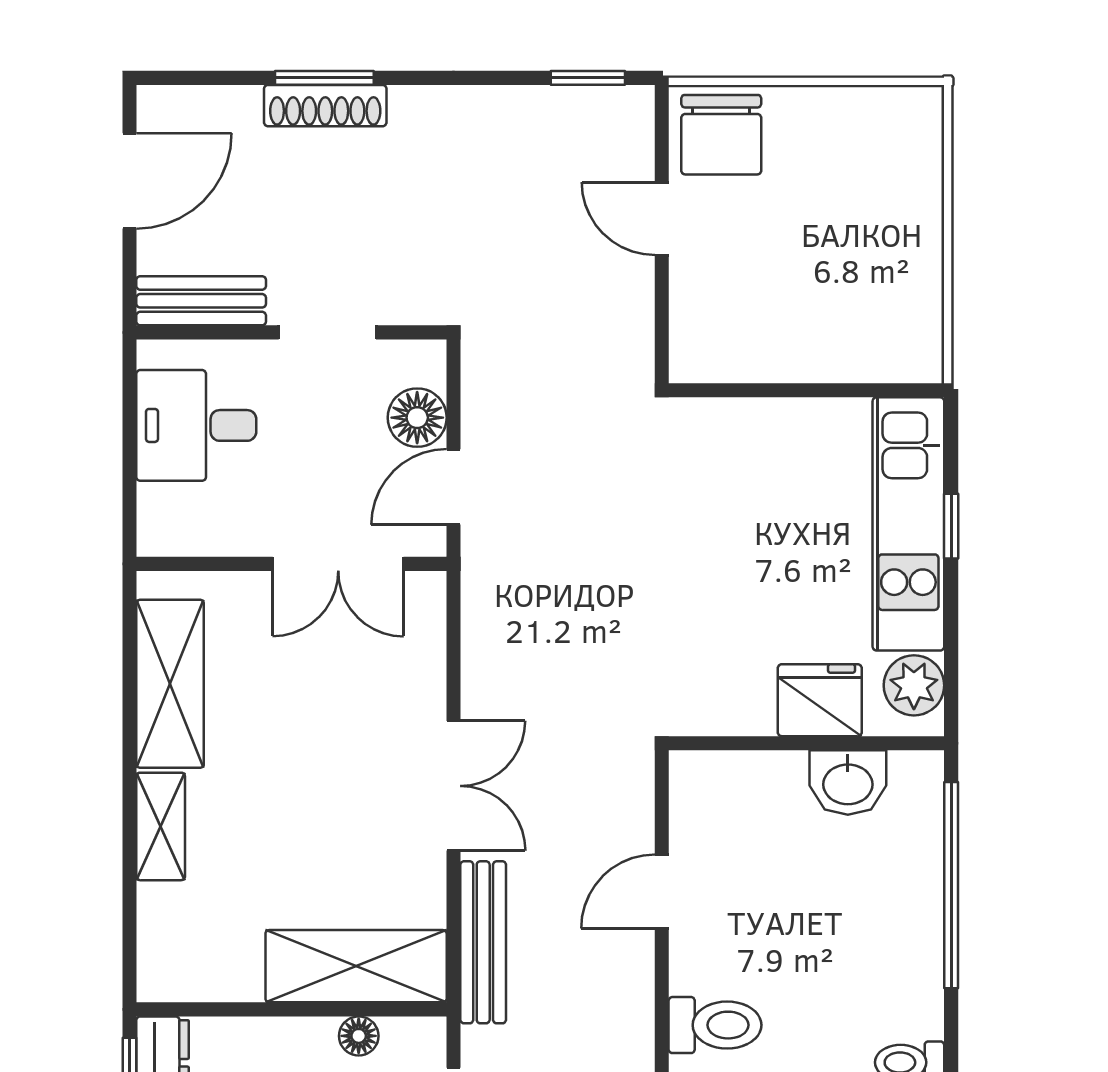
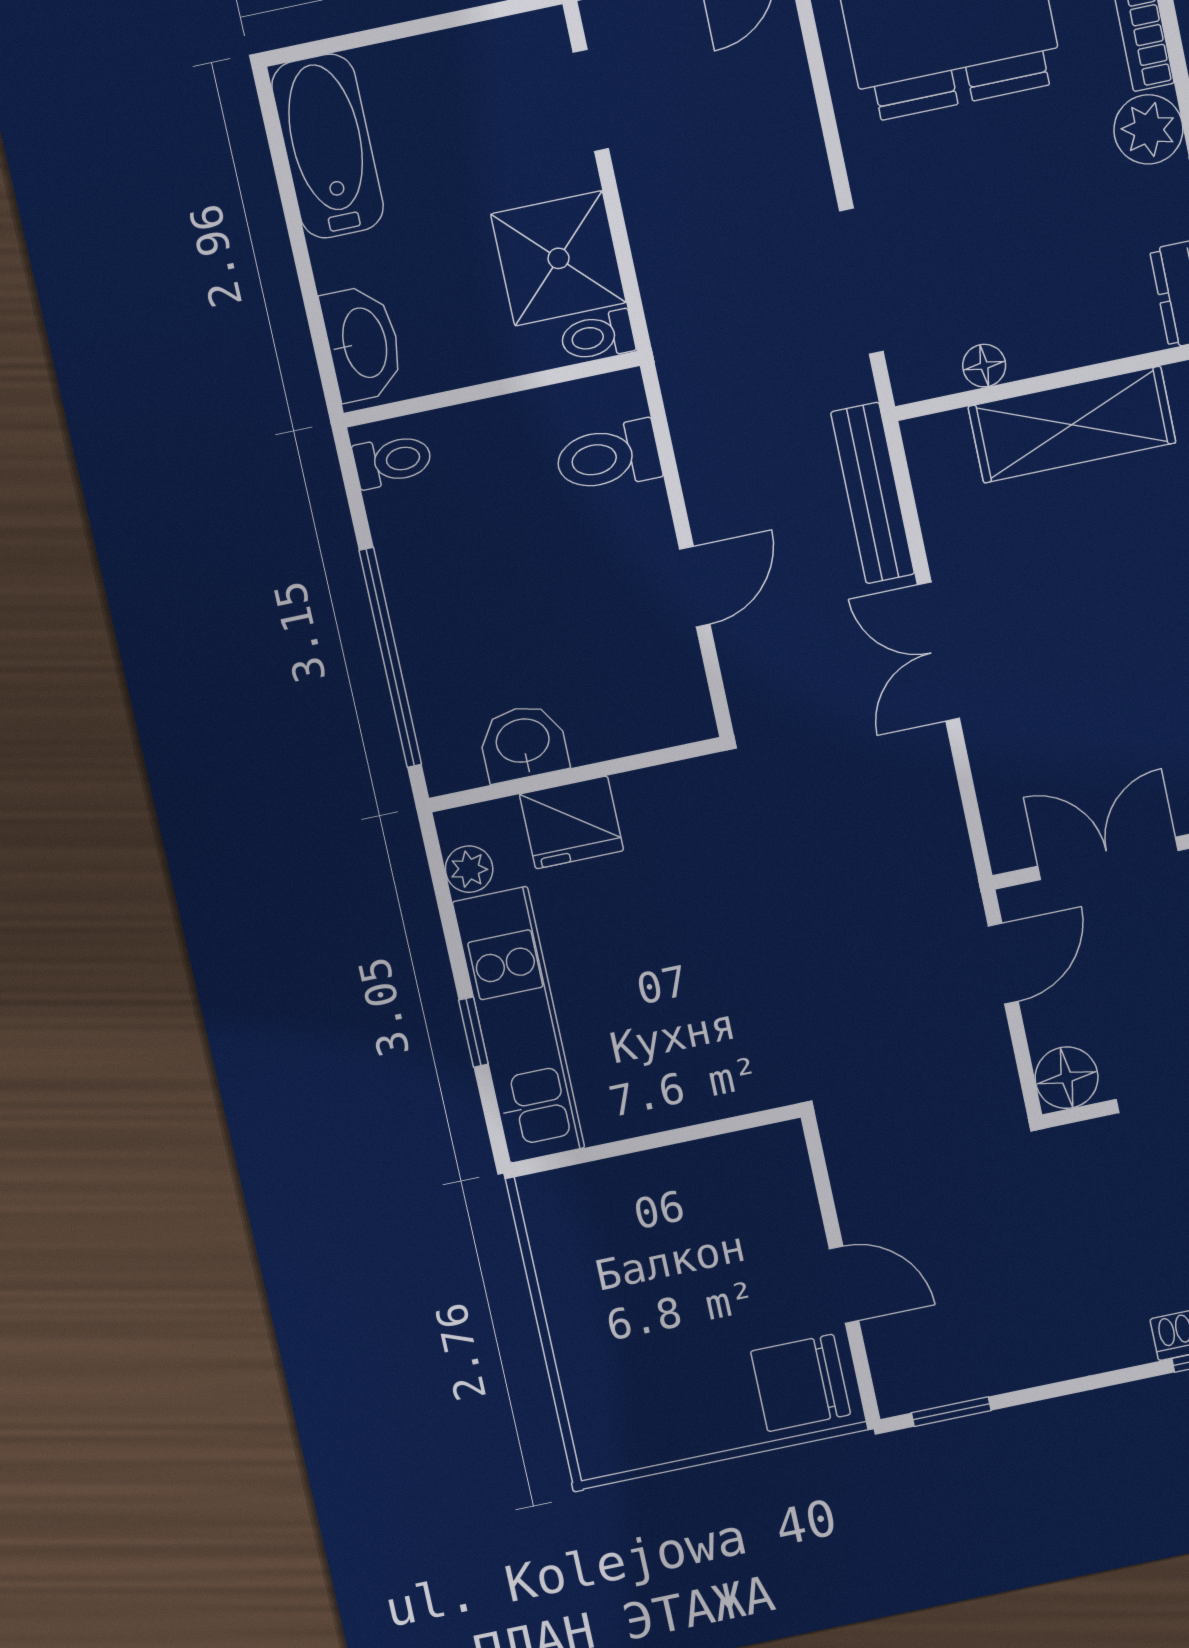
chair: (721, 135) -> (801, 1383), turned -90
floor lamp: (417, 418) -> (1067, 1078), moved
plant: (914, 685) -> (469, 869), width x0.73, depth x0.73
shelving: (356, 966) -> (1072, 425), moved

